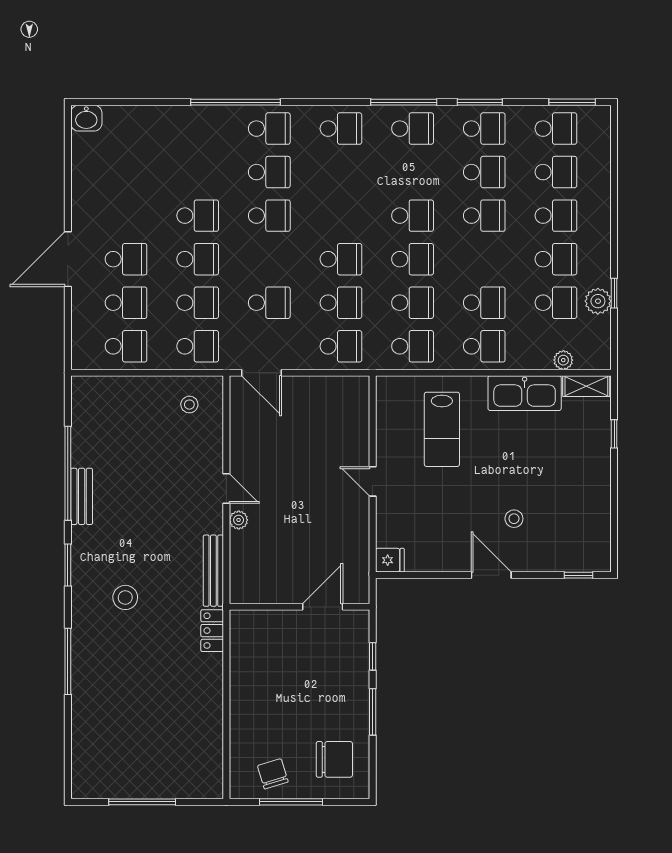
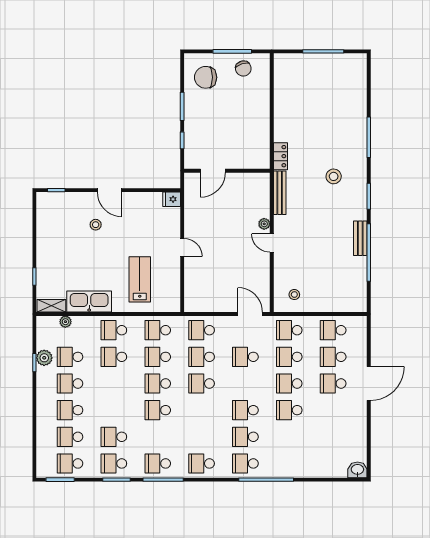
school desk: (484, 216) -> (114, 410), removed

